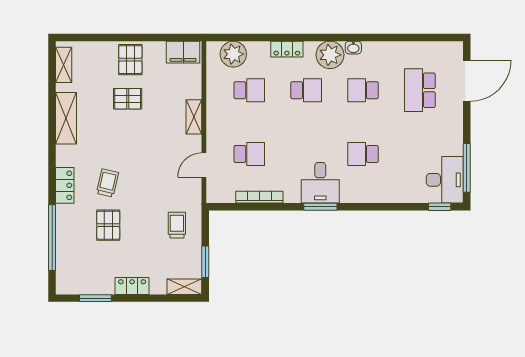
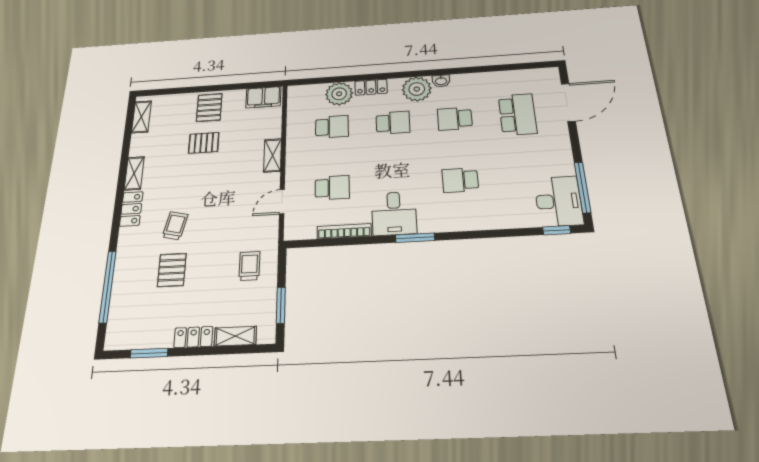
plant: (233, 54) -> (339, 94), moved
school desk: (420, 90) -> (517, 115), turned 180
shelving: (66, 118) -> (134, 173), width x0.67, depth x0.75
desk: (320, 183) -> (394, 213), moved
locker: (65, 185) -> (131, 209), moved
shelving: (184, 287) -> (235, 336), moved

